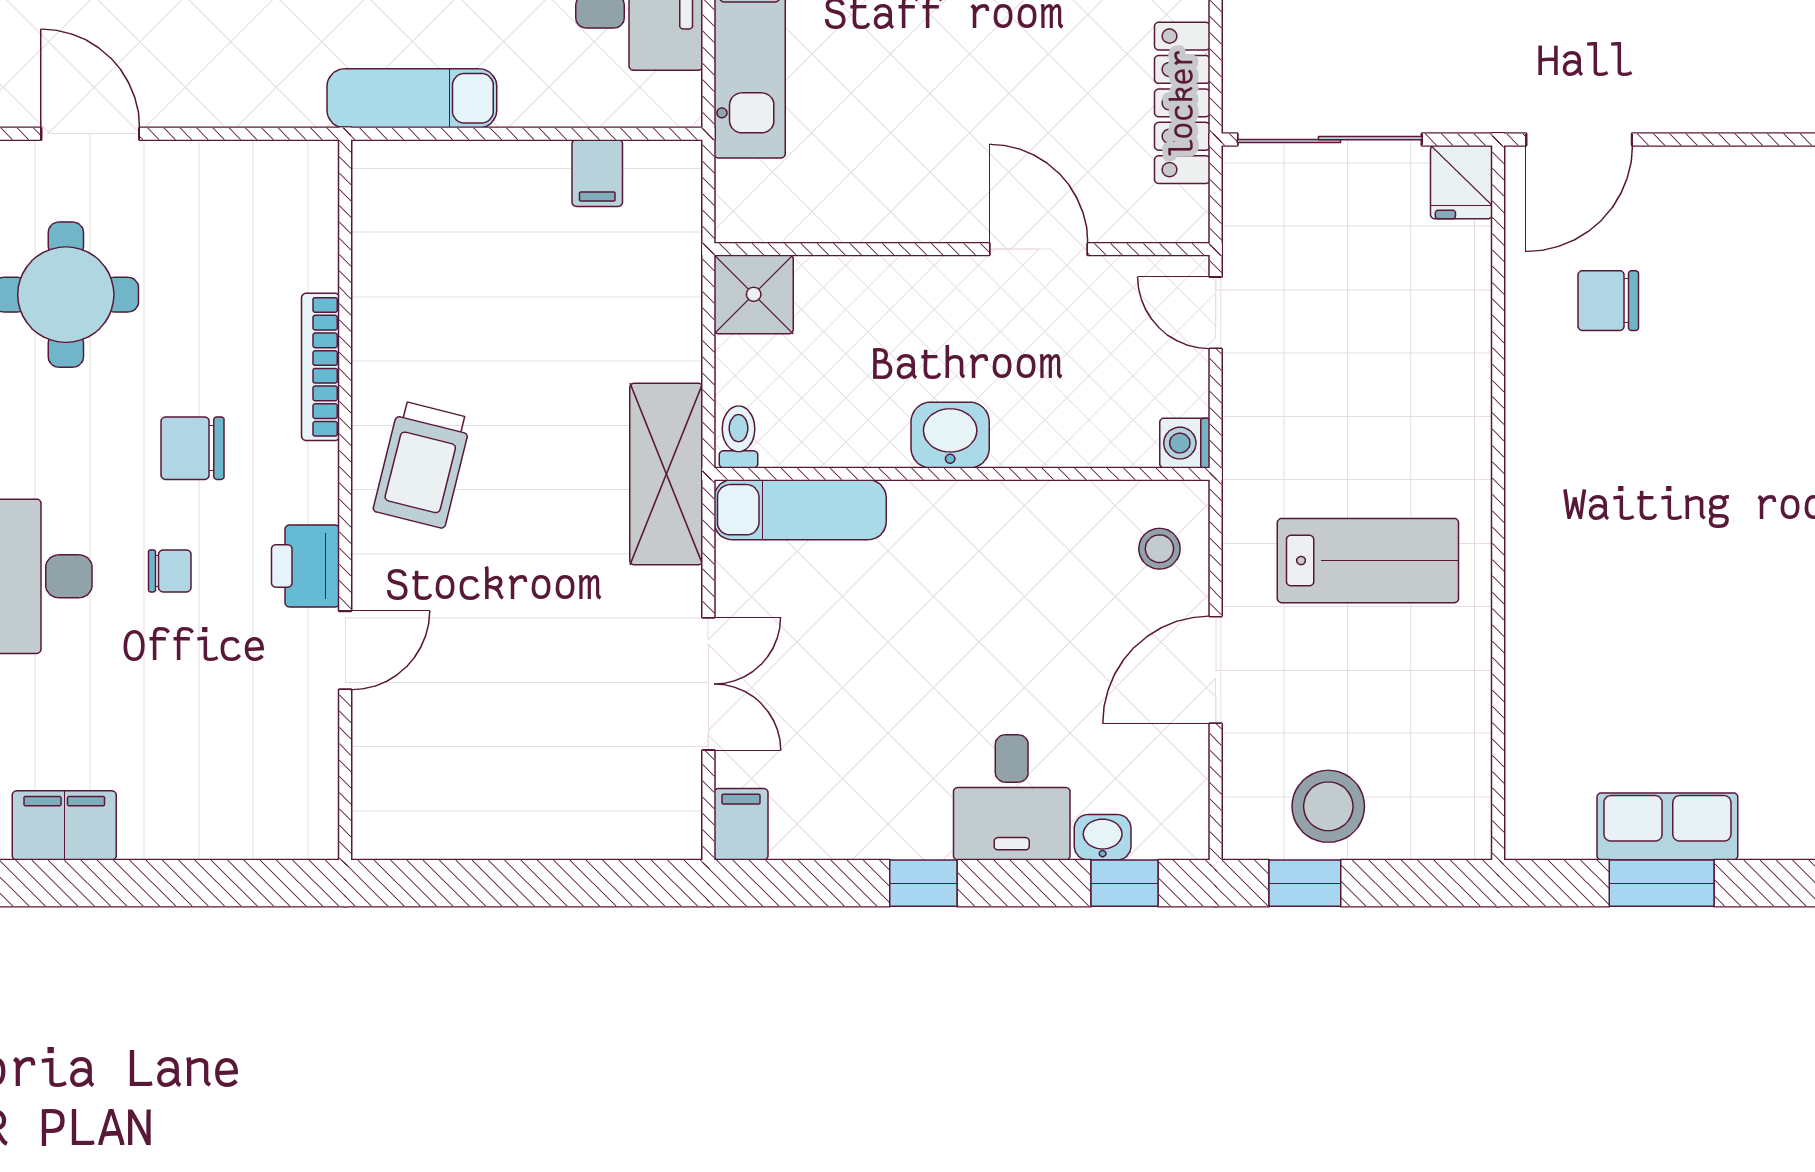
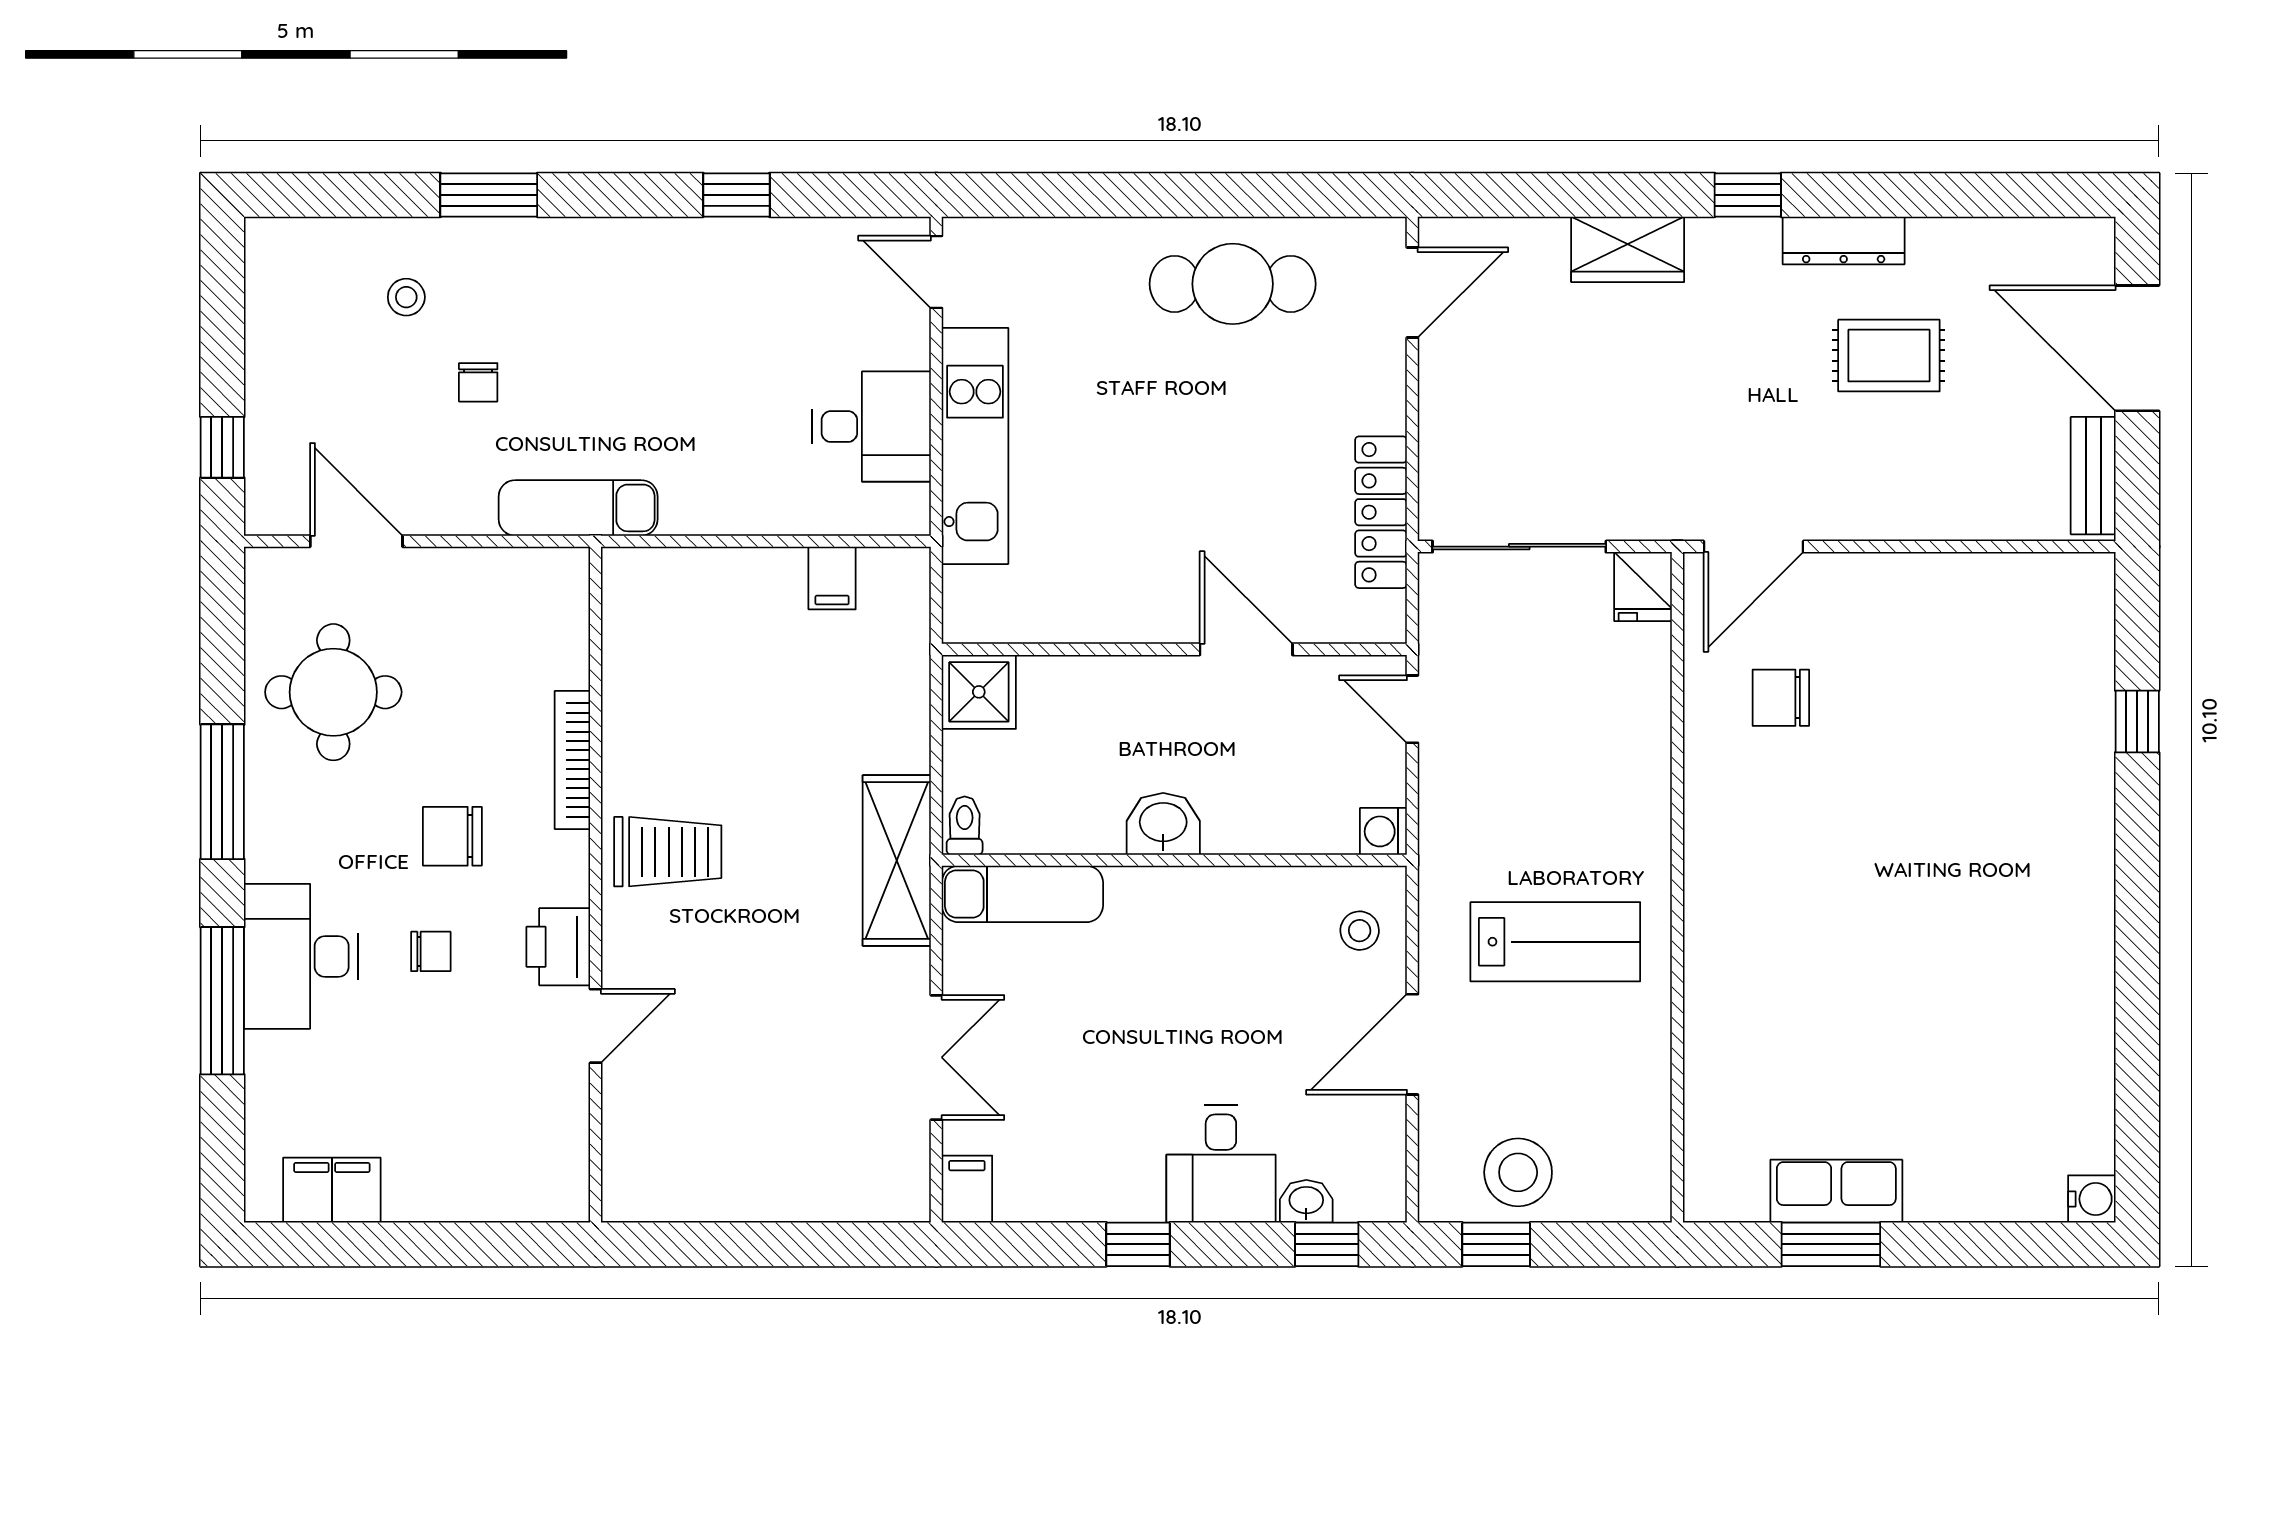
exam couch: (412, 98) -> (578, 508), moved
trolley: (422, 465) -> (668, 852), turned -104

